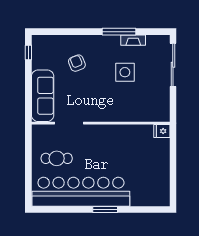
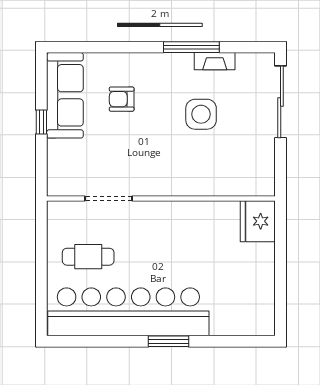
window: (28, 52) -> (41, 122), moved
armchair: (77, 63) -> (122, 99), turned -68
sofa: (43, 96) -> (65, 95), moved
fridge: (162, 131) -> (258, 221), width x1.88, depth x1.34

